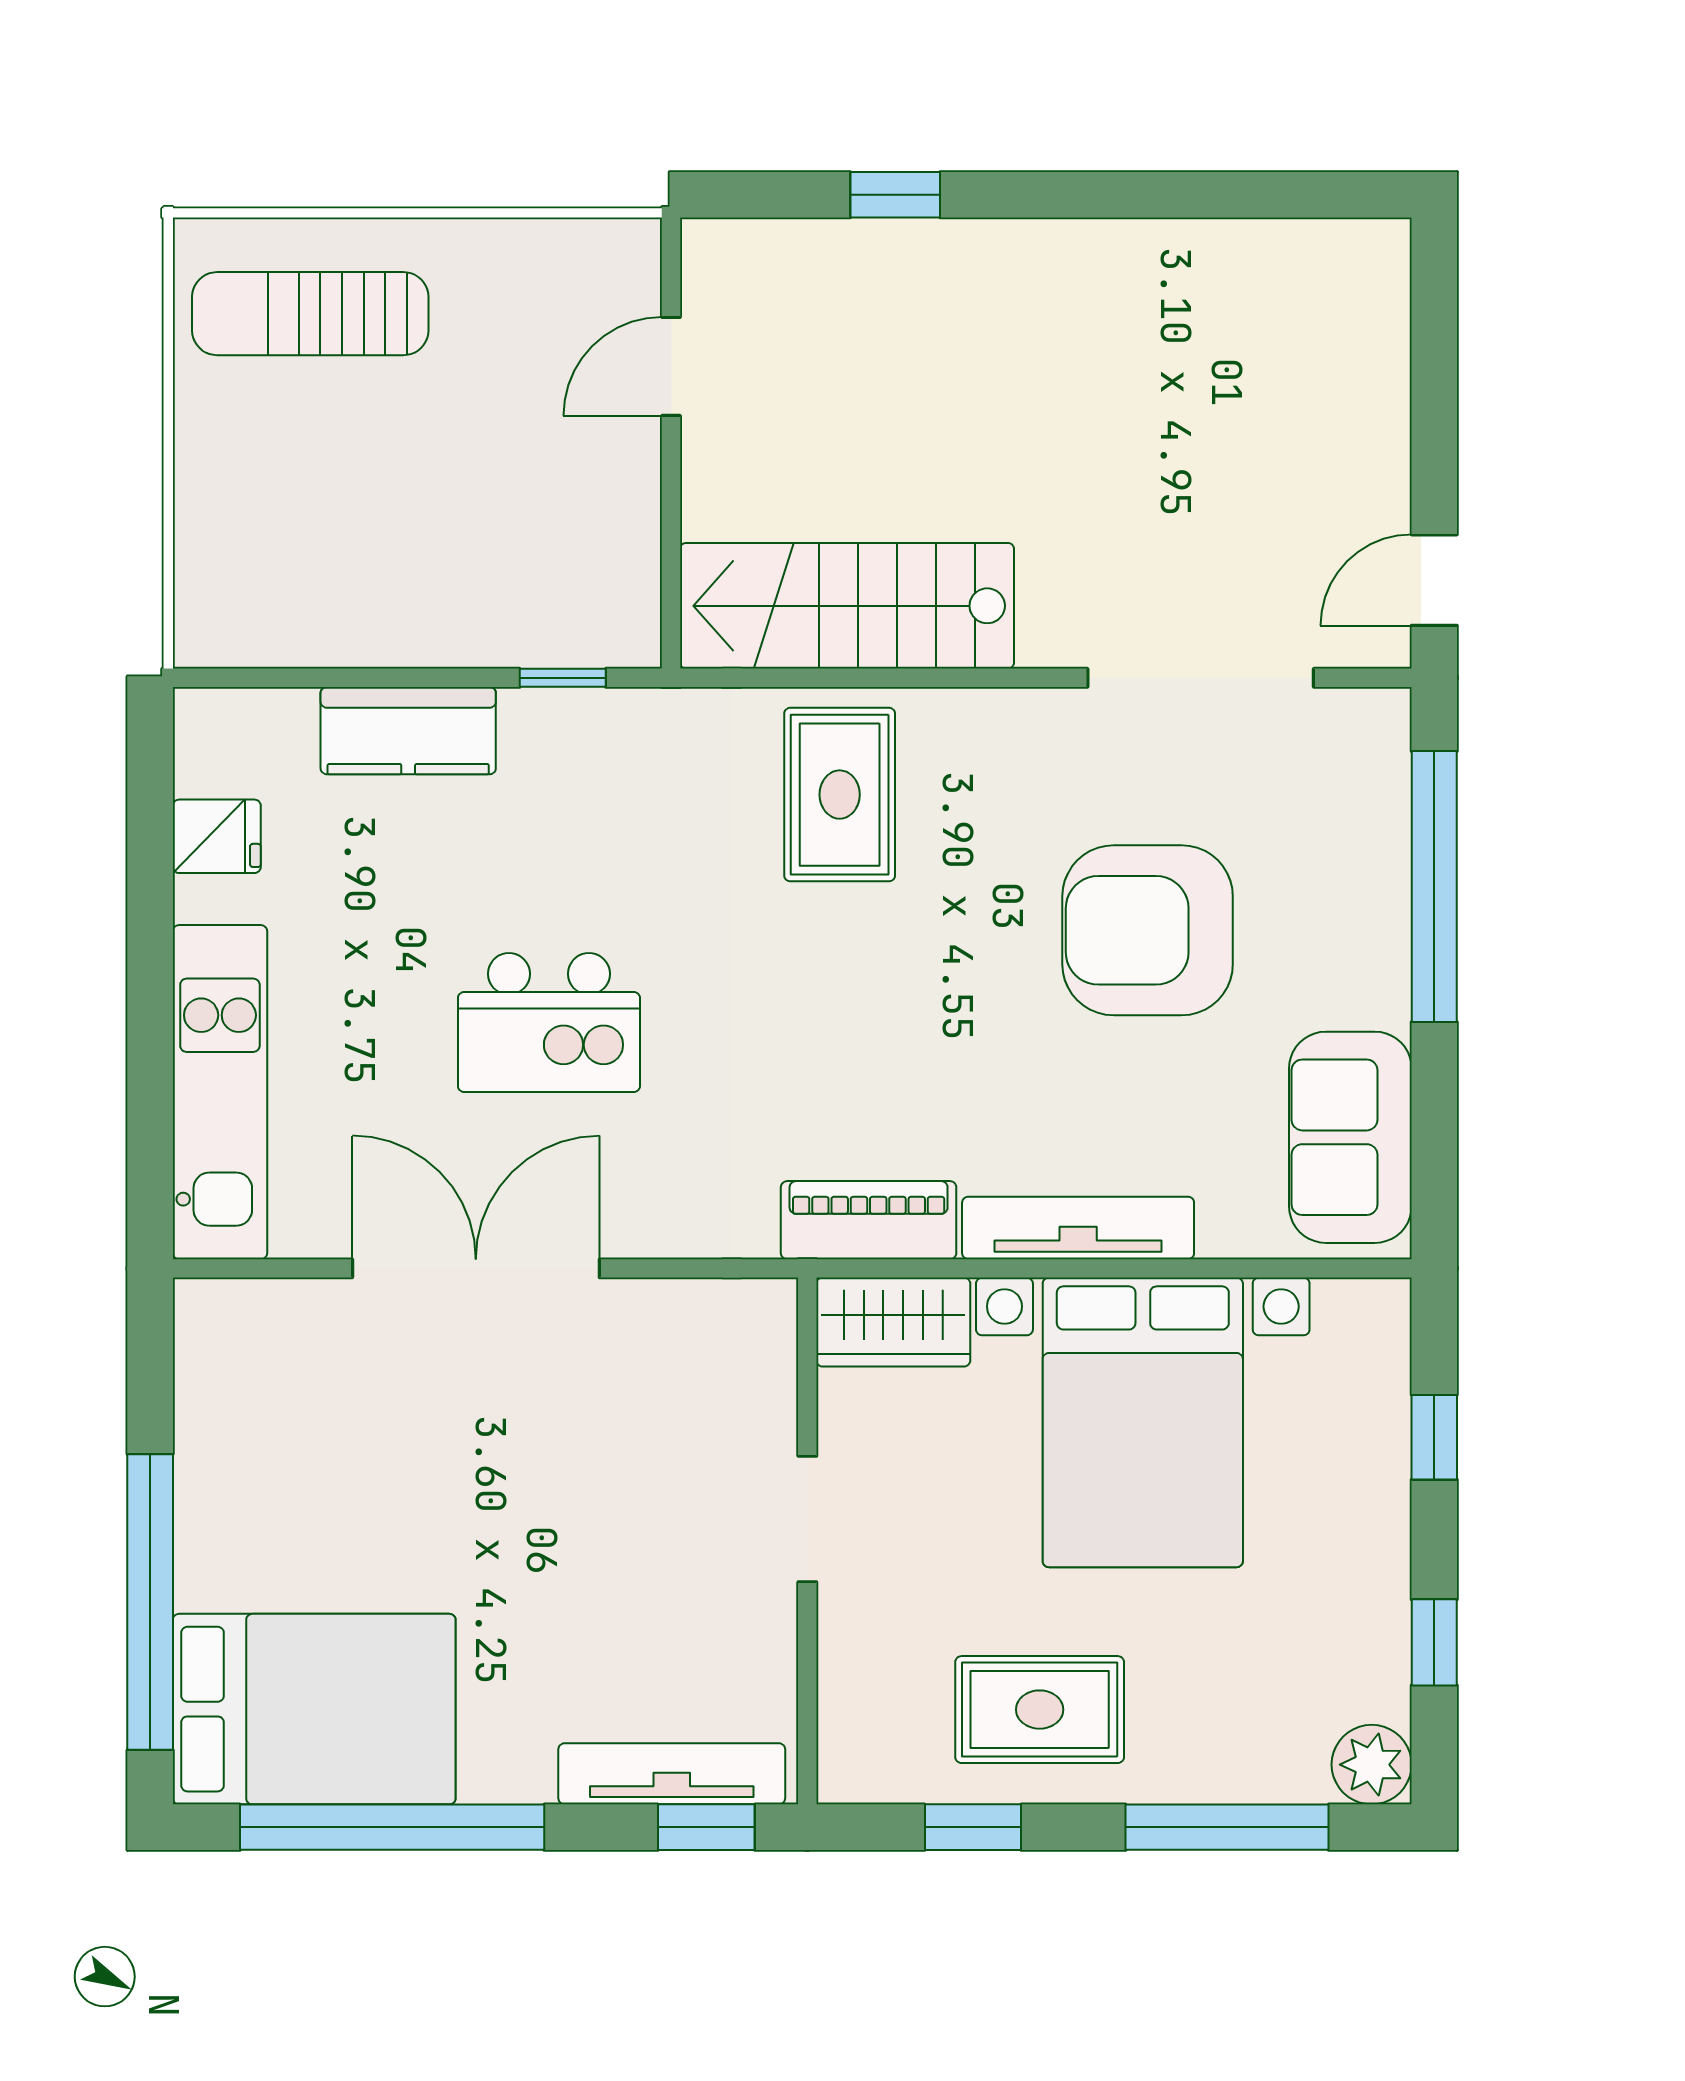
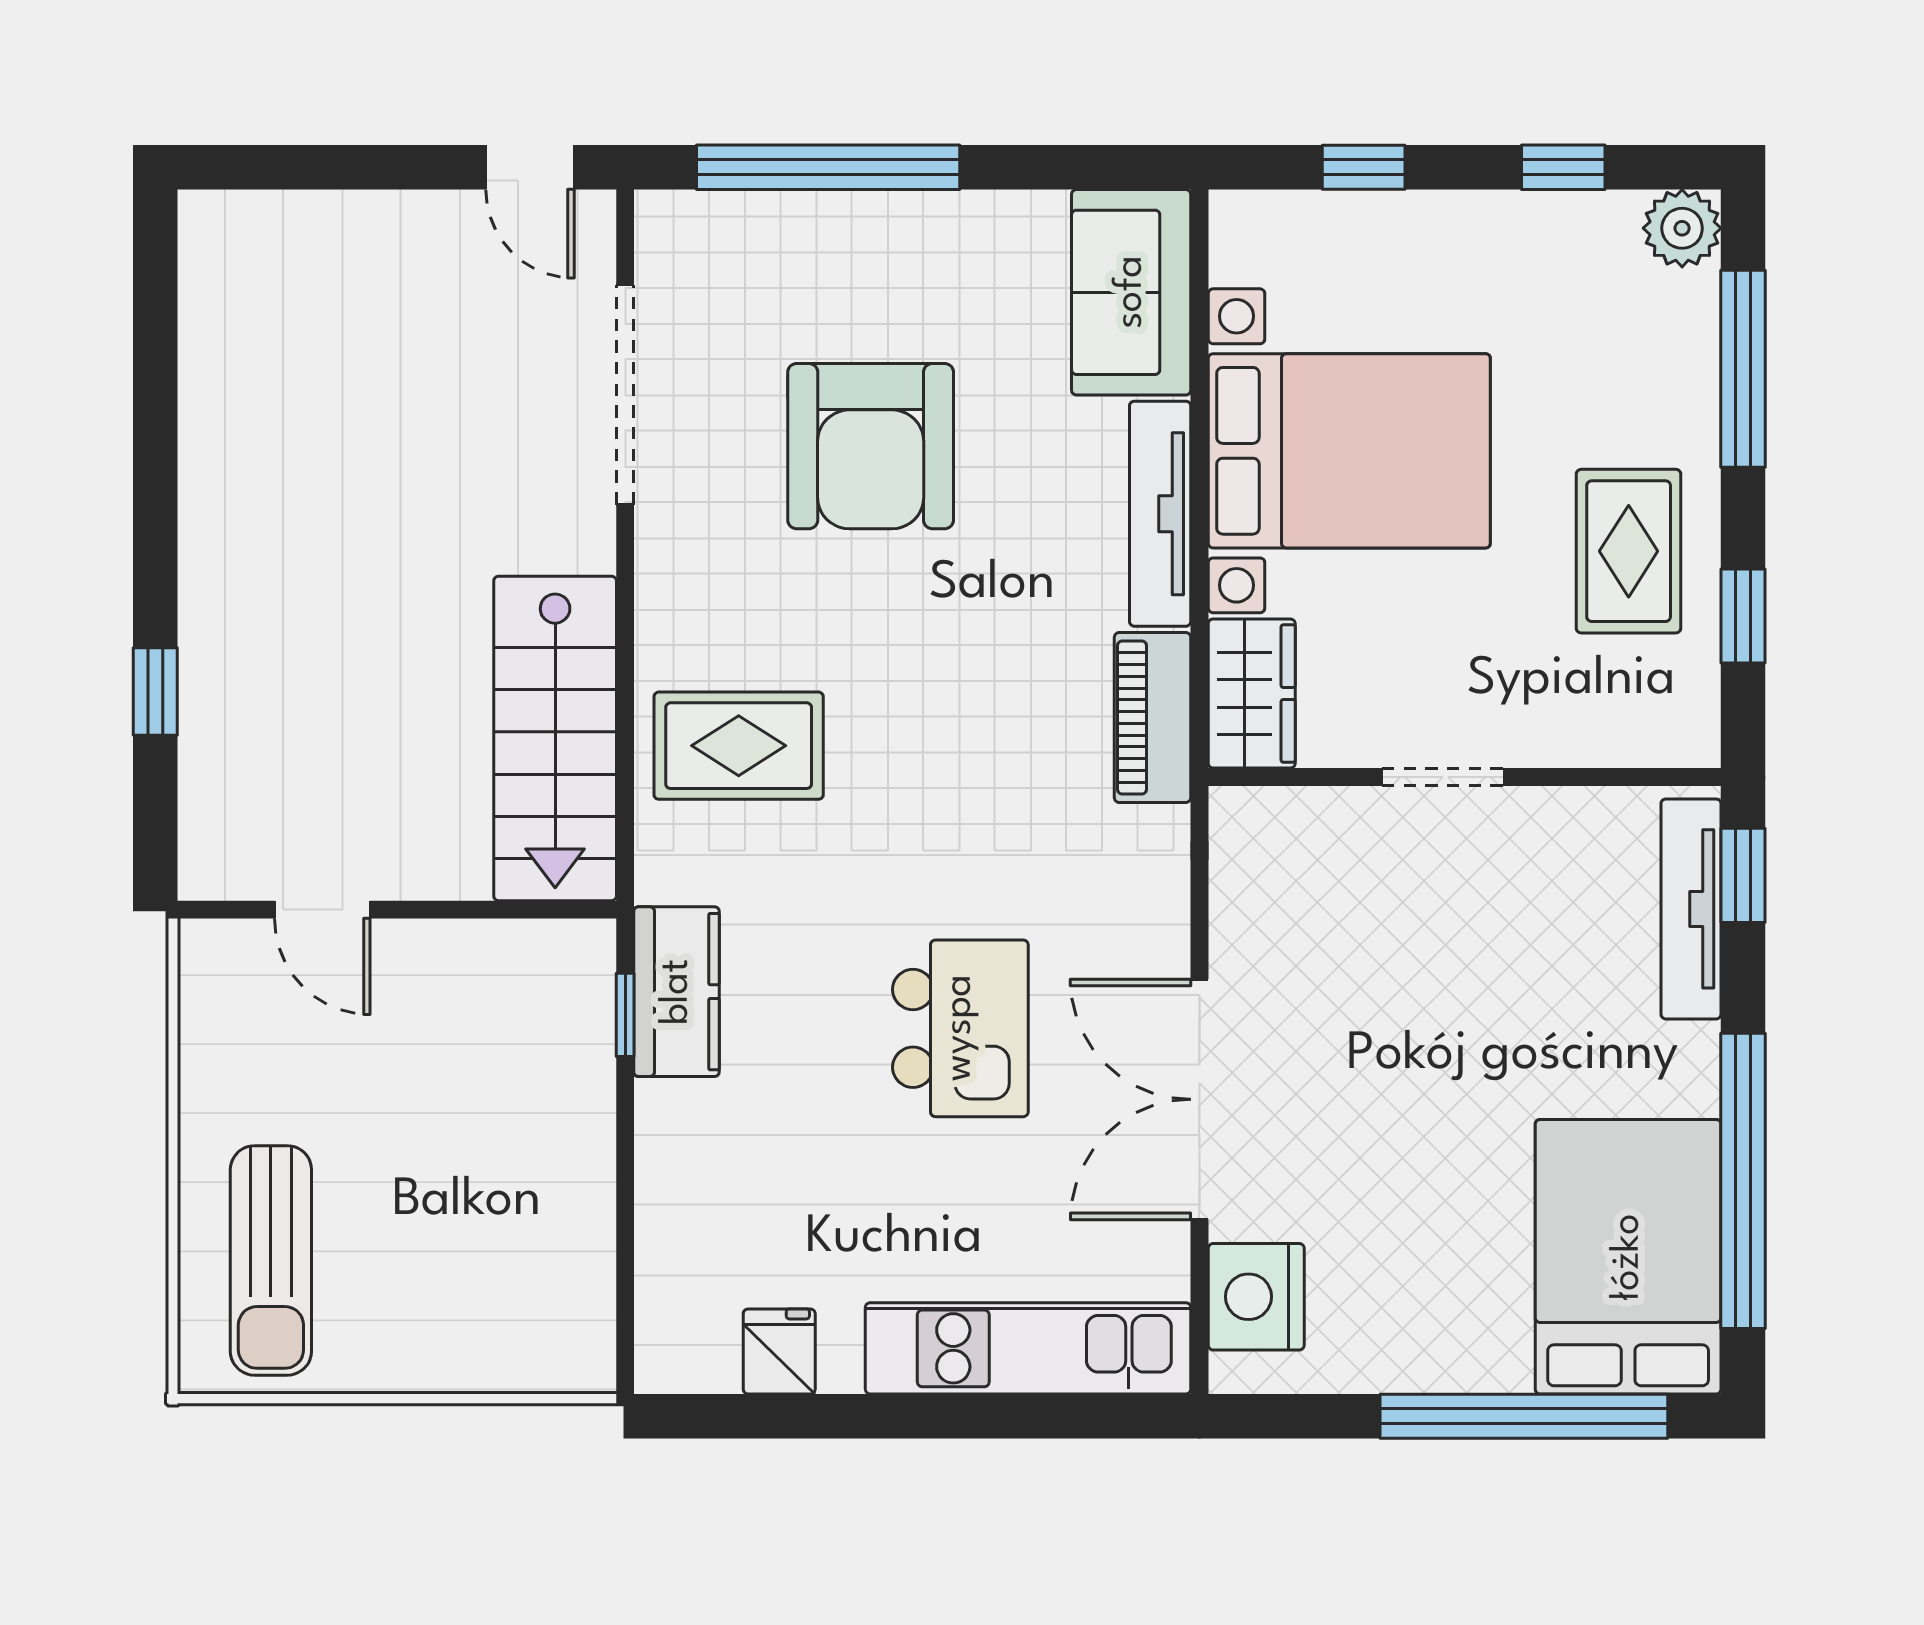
kitchen counter: (408, 731) -> (677, 992), moved
sofa: (1350, 1137) -> (1131, 292), moved, turned 90
nightstand: (273, 1327) -> (1256, 1297), added

